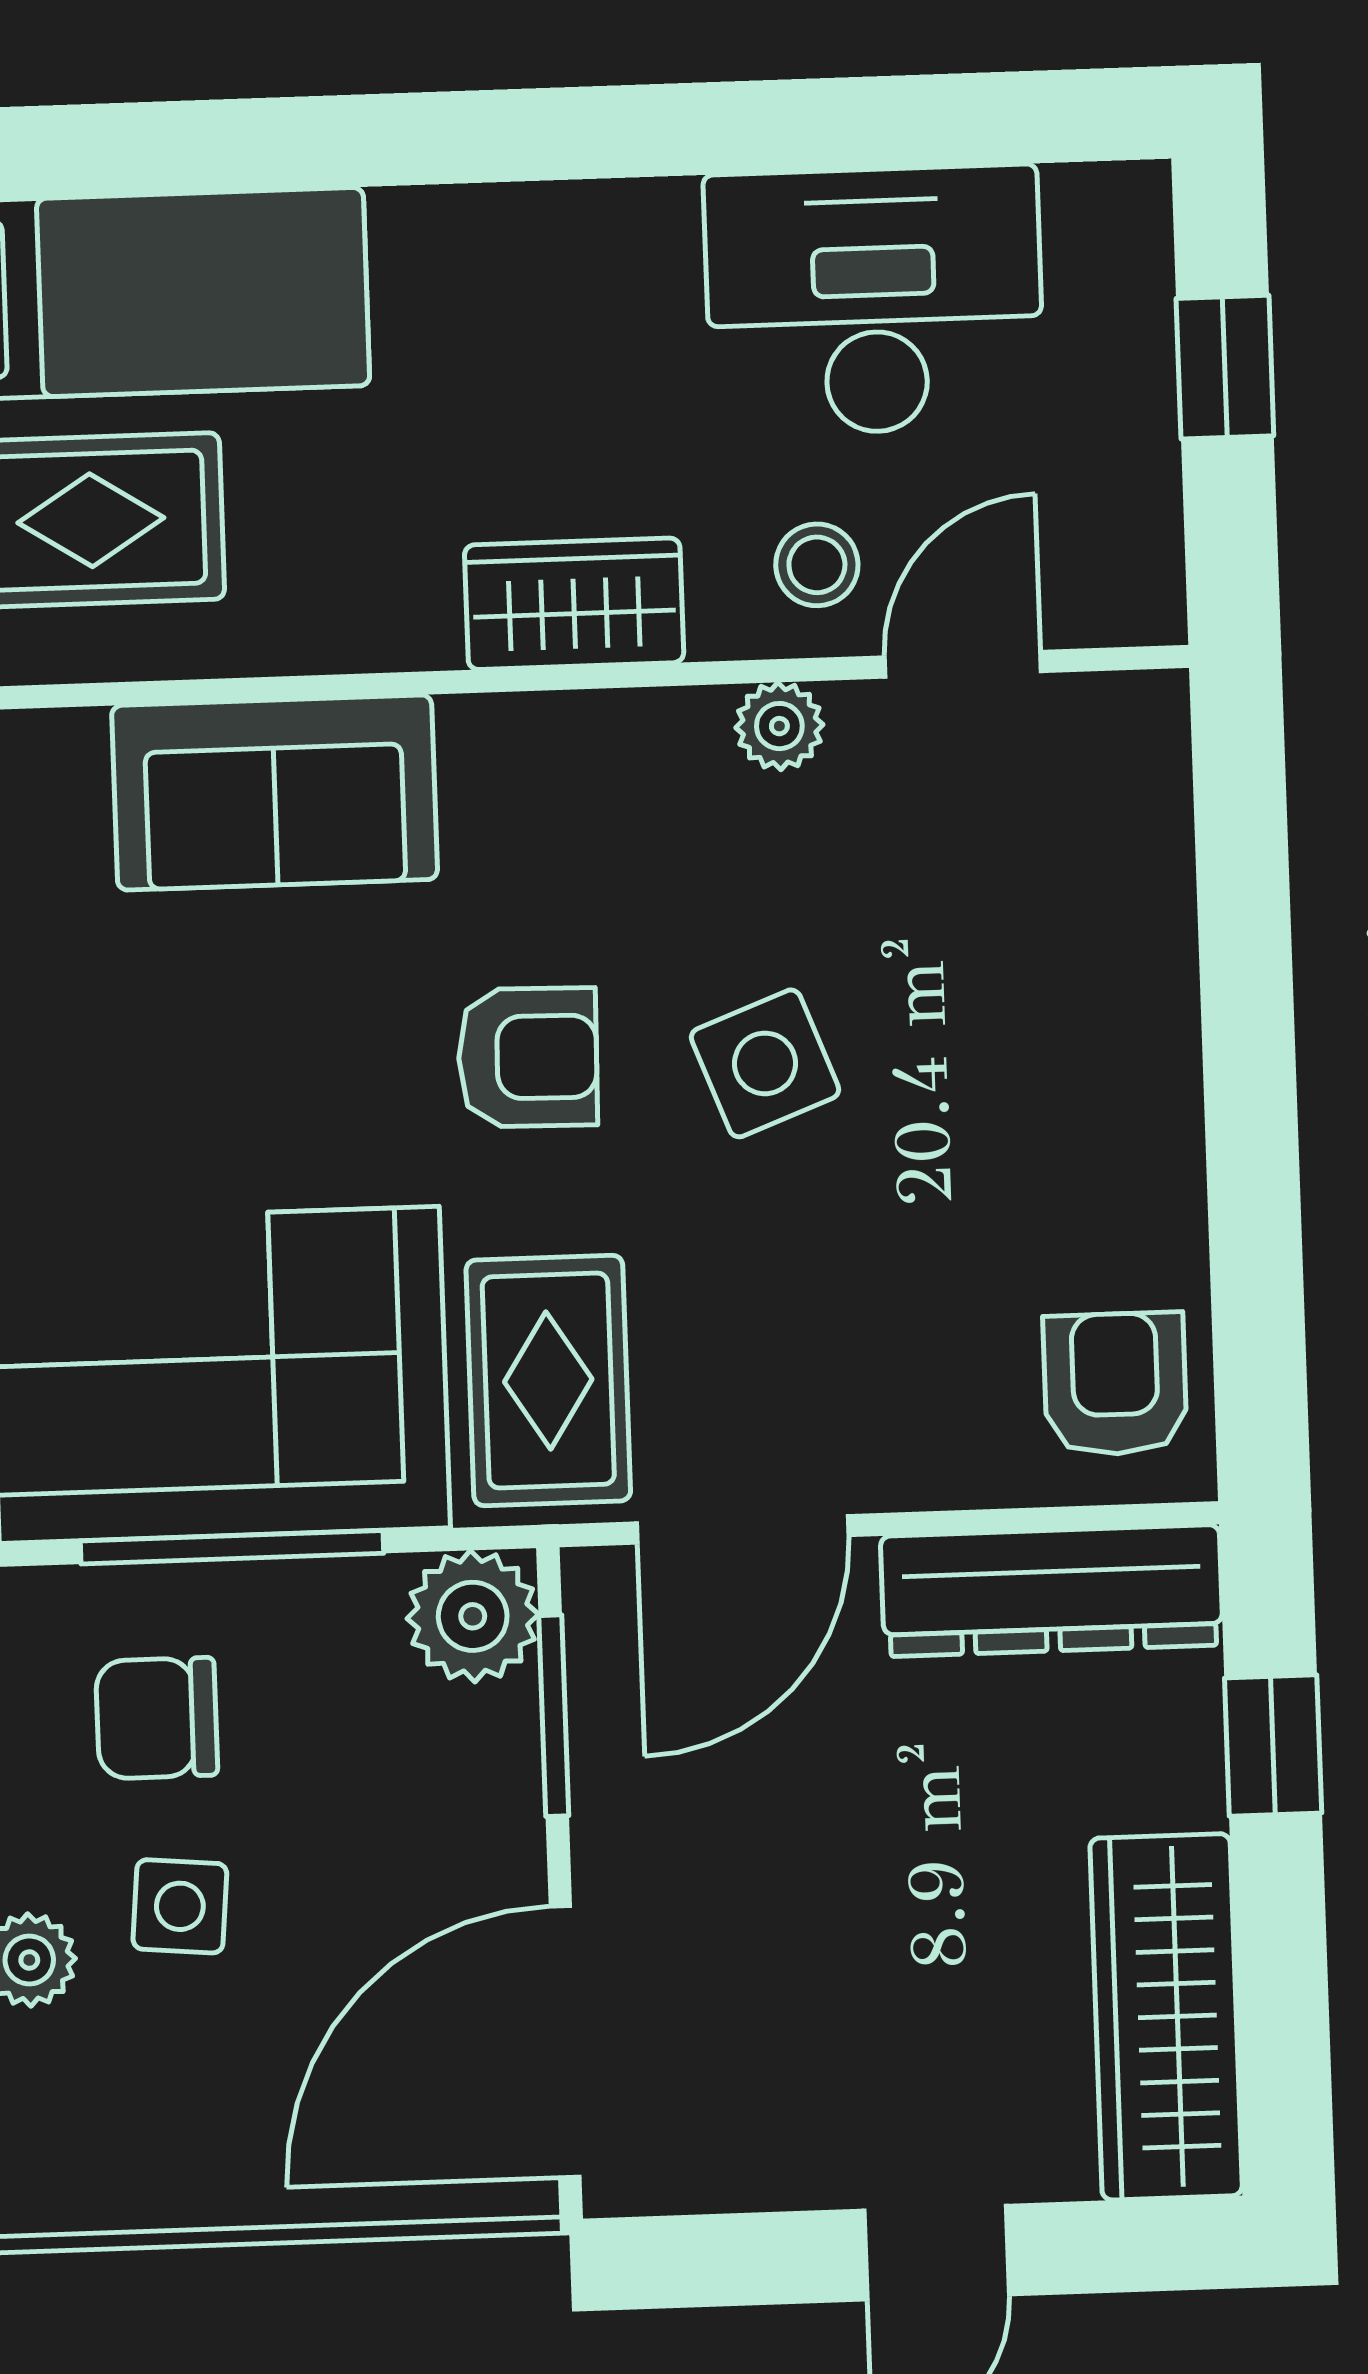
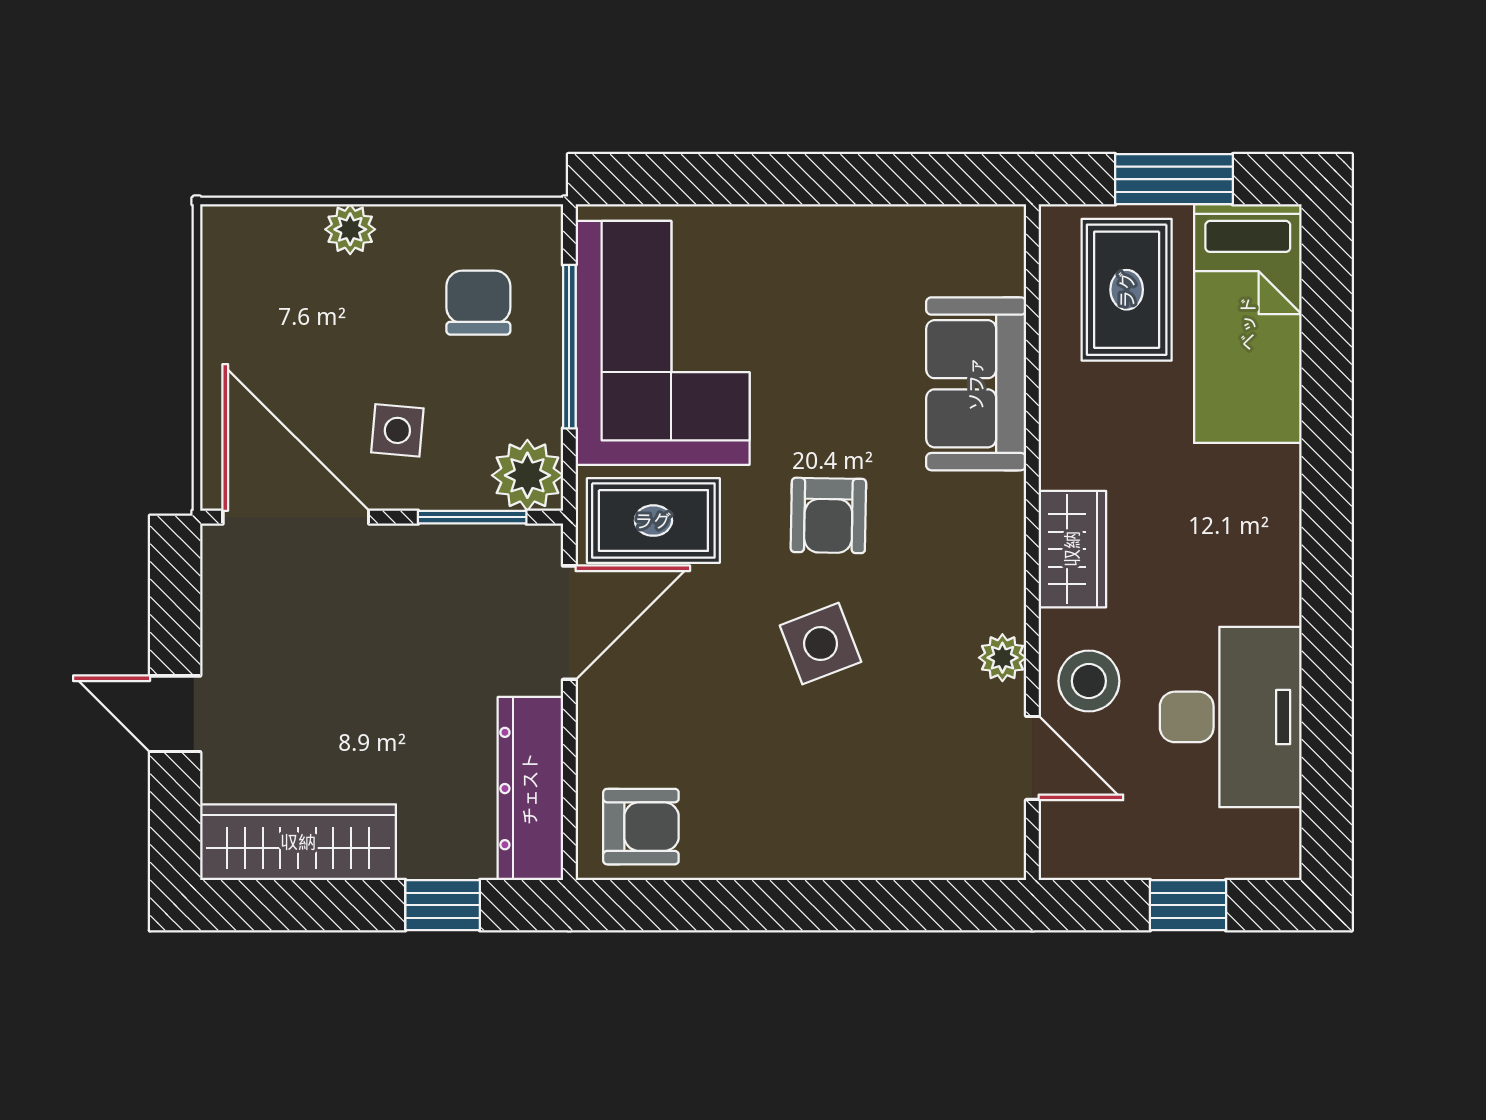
stool: (817, 565) -> (1089, 681), width x1.37, depth x1.37
door: (743, 1529) -> (569, 623), swing flipped
side table: (180, 1906) -> (397, 430), moved

